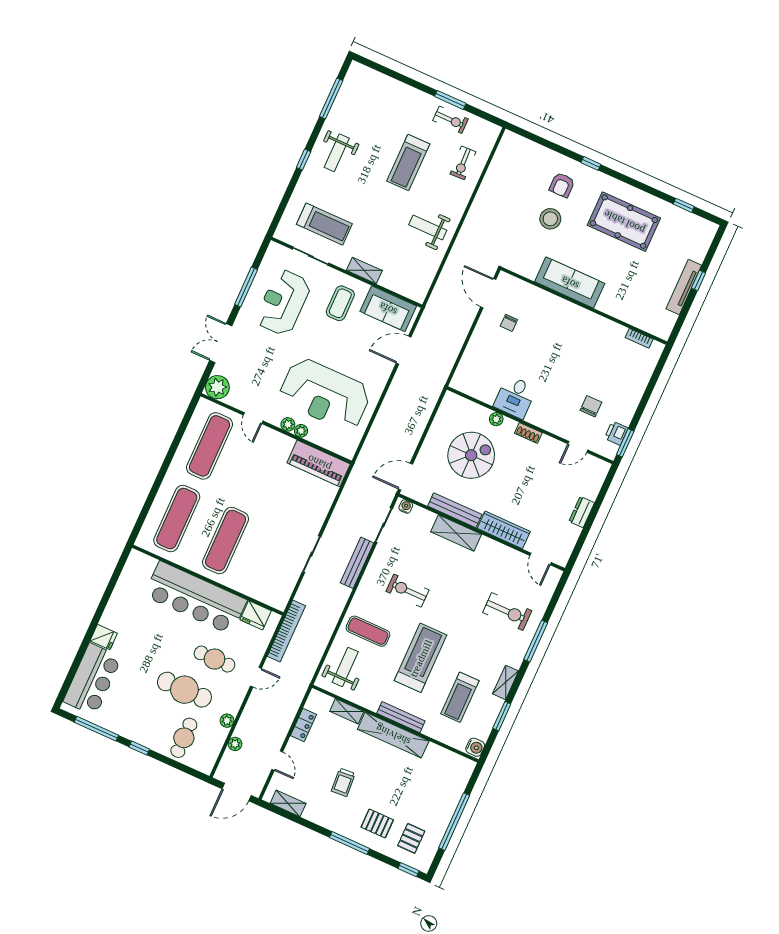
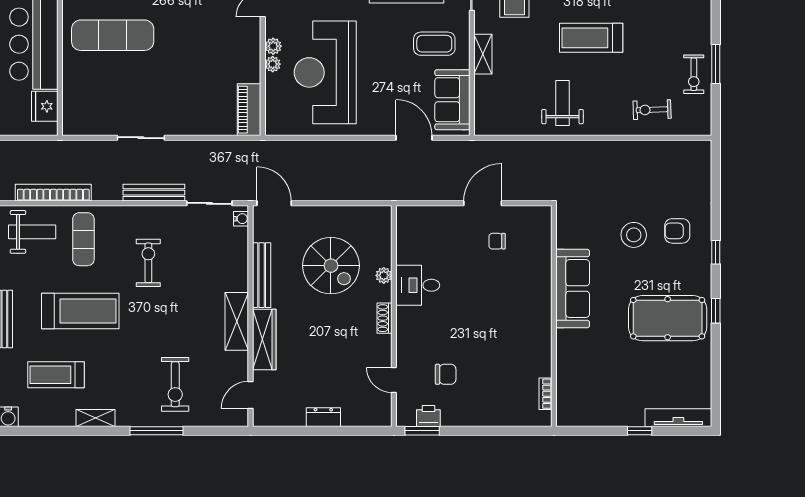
treadmill: (408, 162) -> (591, 38), moved
window: (684, 205) -> (716, 311), moved
pool table: (624, 222) -> (668, 318), turned 90
tv unit: (684, 287) -> (678, 418), moved
door: (488, 293) -> (483, 203), moved
piano: (319, 463) -> (249, 110), width x0.73, depth x0.75
shelving: (456, 533) -> (237, 321), moved
bookcase: (286, 631) -> (53, 193), moved, turned 180
window: (502, 716) -> (56, 431), removed

